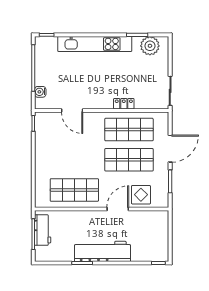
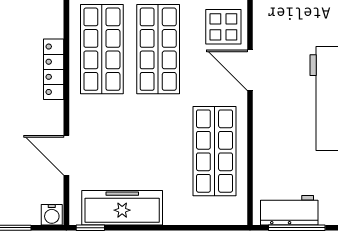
water cooler: (40, 92) -> (52, 215), moved
locker: (124, 104) -> (54, 69), width x1.53
door: (72, 111) -> (66, 155), swing flipped
freezer: (44, 140) -> (122, 208), added

